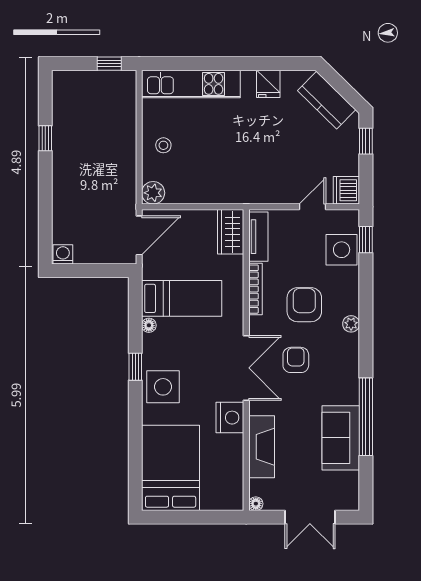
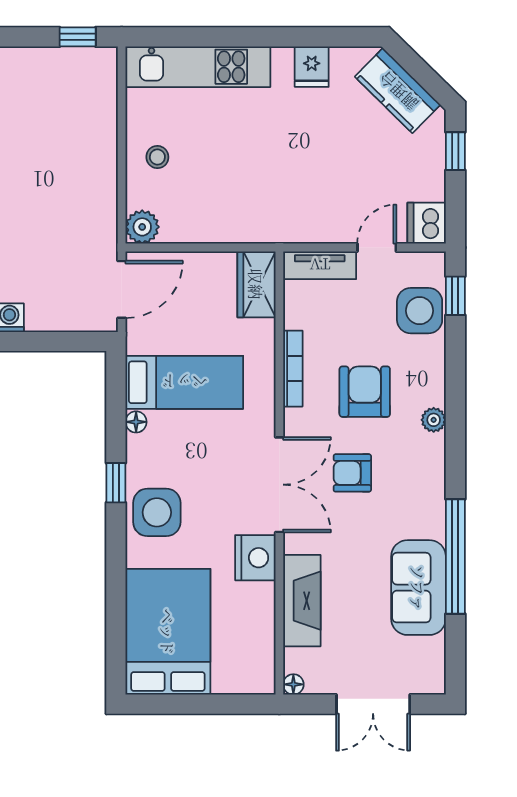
tv unit: (258, 237) -> (320, 265), moved, turned 90
armchair: (296, 360) -> (352, 473), turned -90

